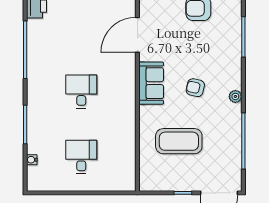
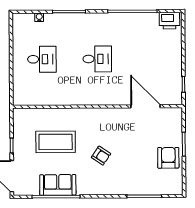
sofa: (151, 83) -> (58, 185), moved, turned 180
armchair: (195, 88) -> (101, 156), turned 111
plant: (235, 96) -> (94, 190), removed
coffee table: (179, 141) -> (56, 142), turned 90

